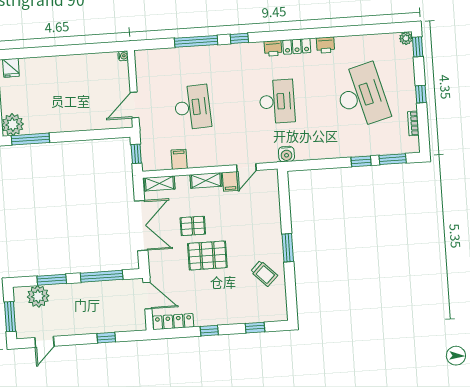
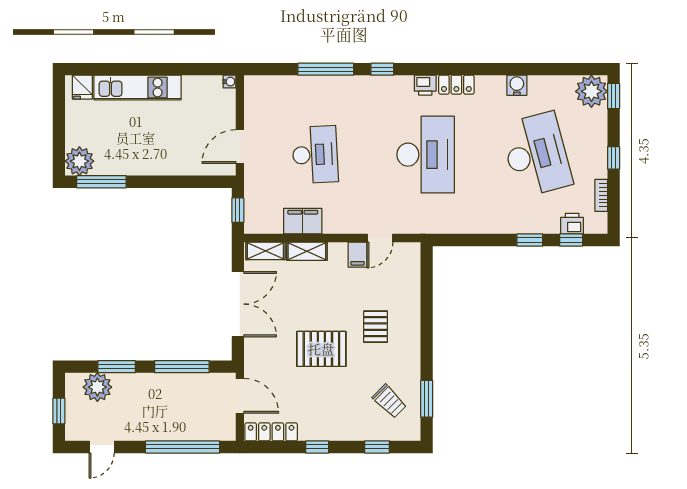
plant: (406, 38) -> (591, 91), width x1.88, depth x1.88
printer: (326, 45) -> (572, 224), moved, turned 180
kitchen unit: (53, 65) -> (138, 87), added
desk: (277, 101) -> (426, 155), width x1.36, depth x1.30
water cooler: (286, 154) -> (517, 85), moved, turned 180
filing cabinet: (179, 159) -> (303, 221), width x2.00
window: (393, 159) -> (571, 240), width x0.67
shelving: (206, 180) -> (307, 251), moved
pallet: (193, 226) -> (376, 327), moved, turned 90
window: (288, 248) -> (427, 399), moved
trolley: (264, 273) -> (389, 401), moved
window: (10, 317) -> (59, 411), width x0.67
window: (106, 338) -> (182, 447), width x3.17

